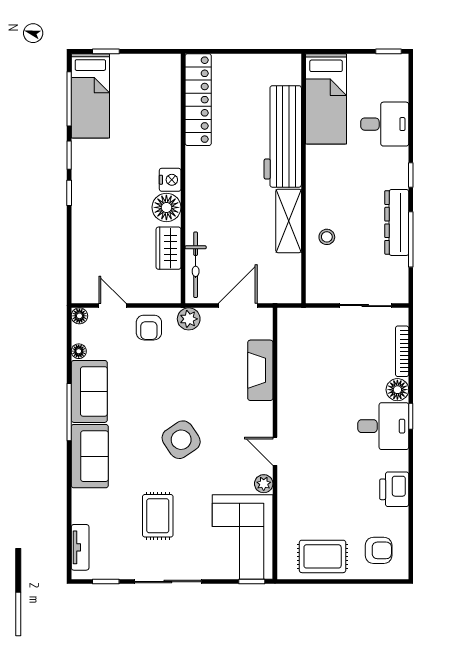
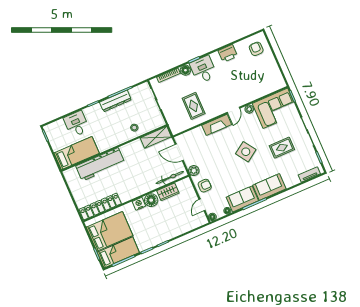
bed: (140, 97) -> (110, 231), added
shelving: (289, 221) -> (156, 137), moved
fireplace: (260, 370) -> (217, 125), moved
rug: (323, 556) -> (194, 106), moved

